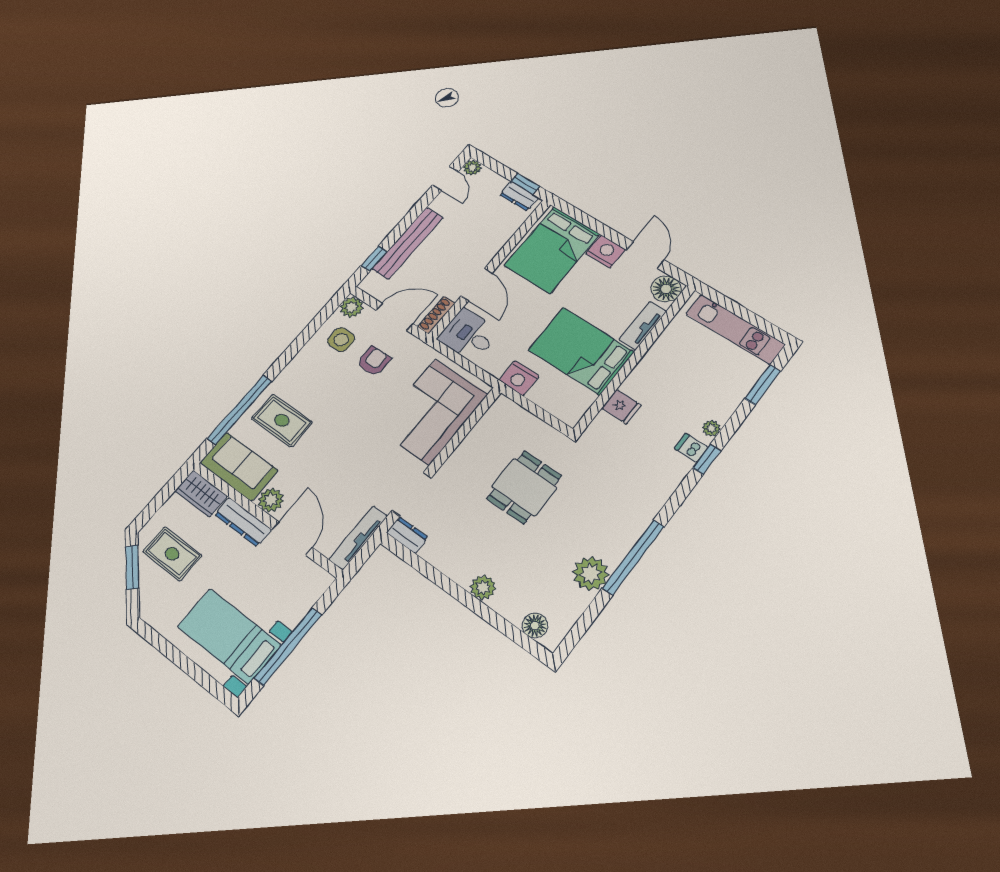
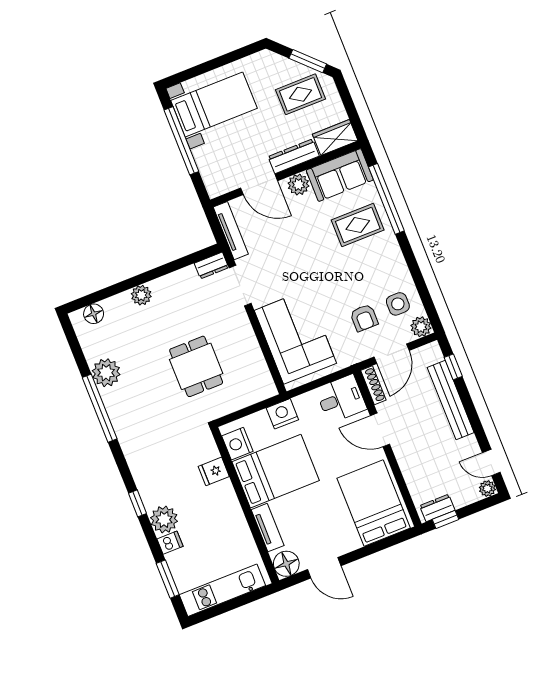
nightstand: (606, 251) -> (237, 444), moved, turned 90
plant: (711, 428) -> (164, 520), width x1.88, depth x1.88
dishwasher: (691, 448) -> (170, 543), moved

